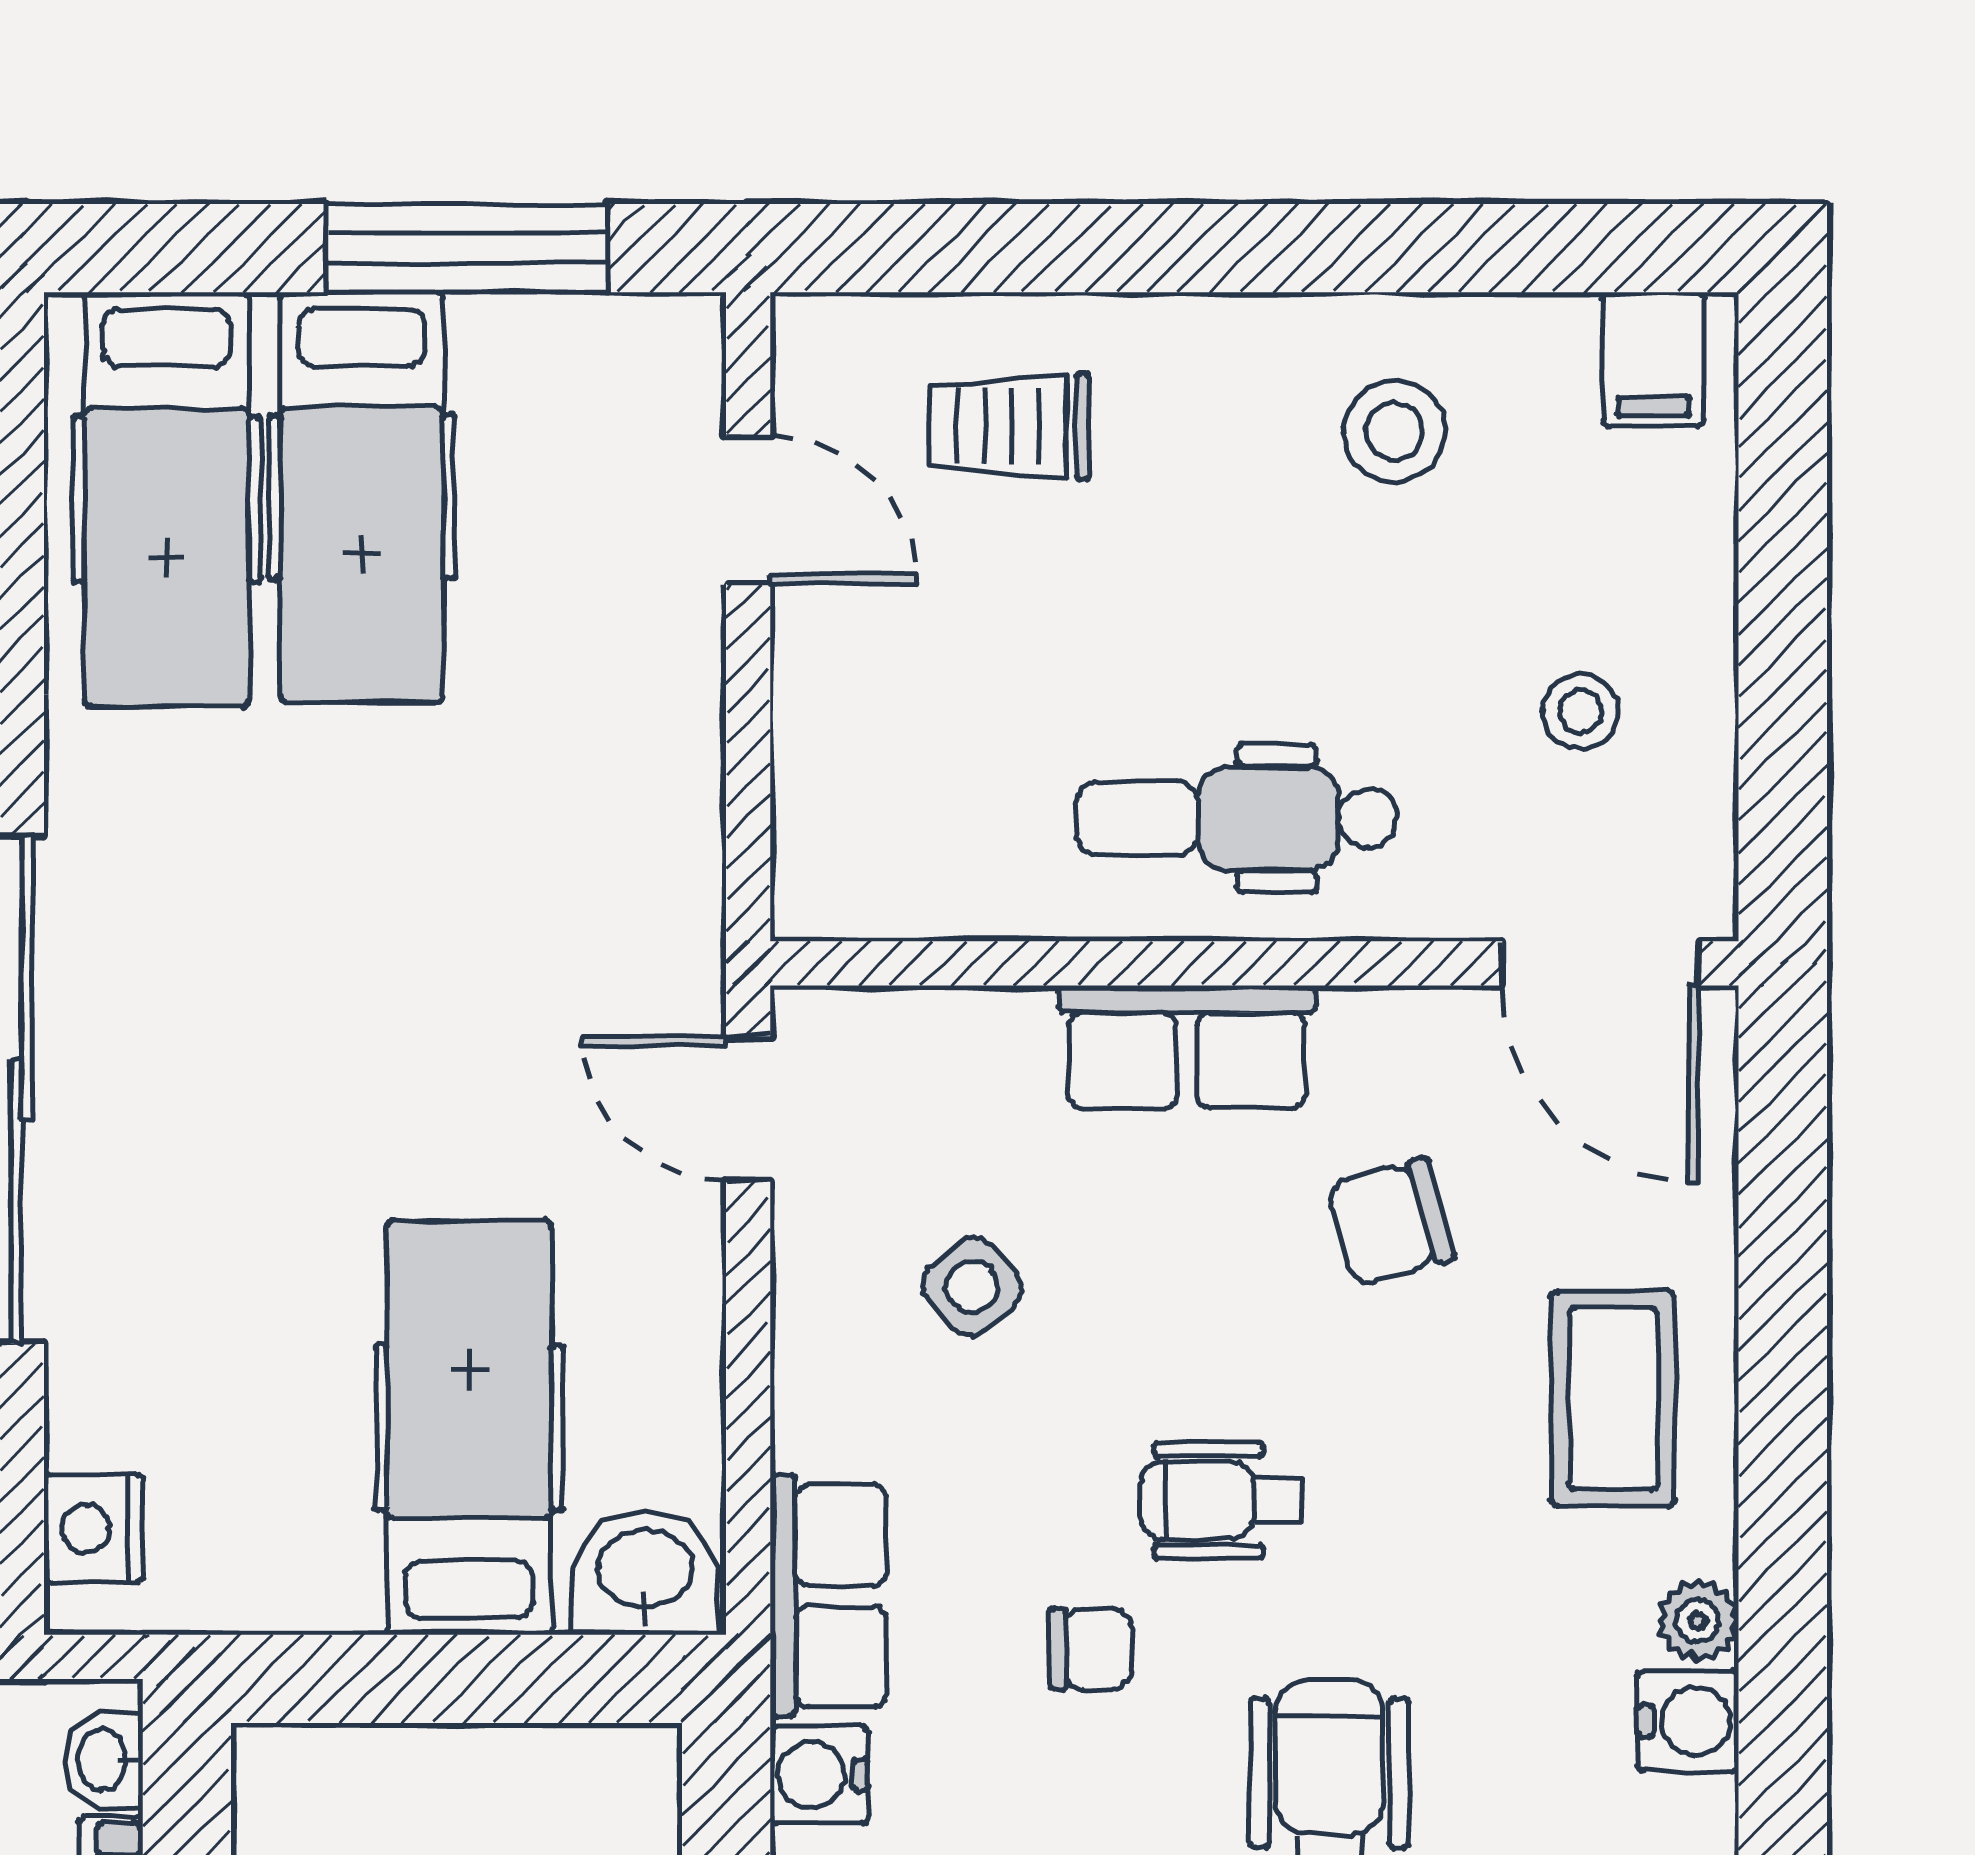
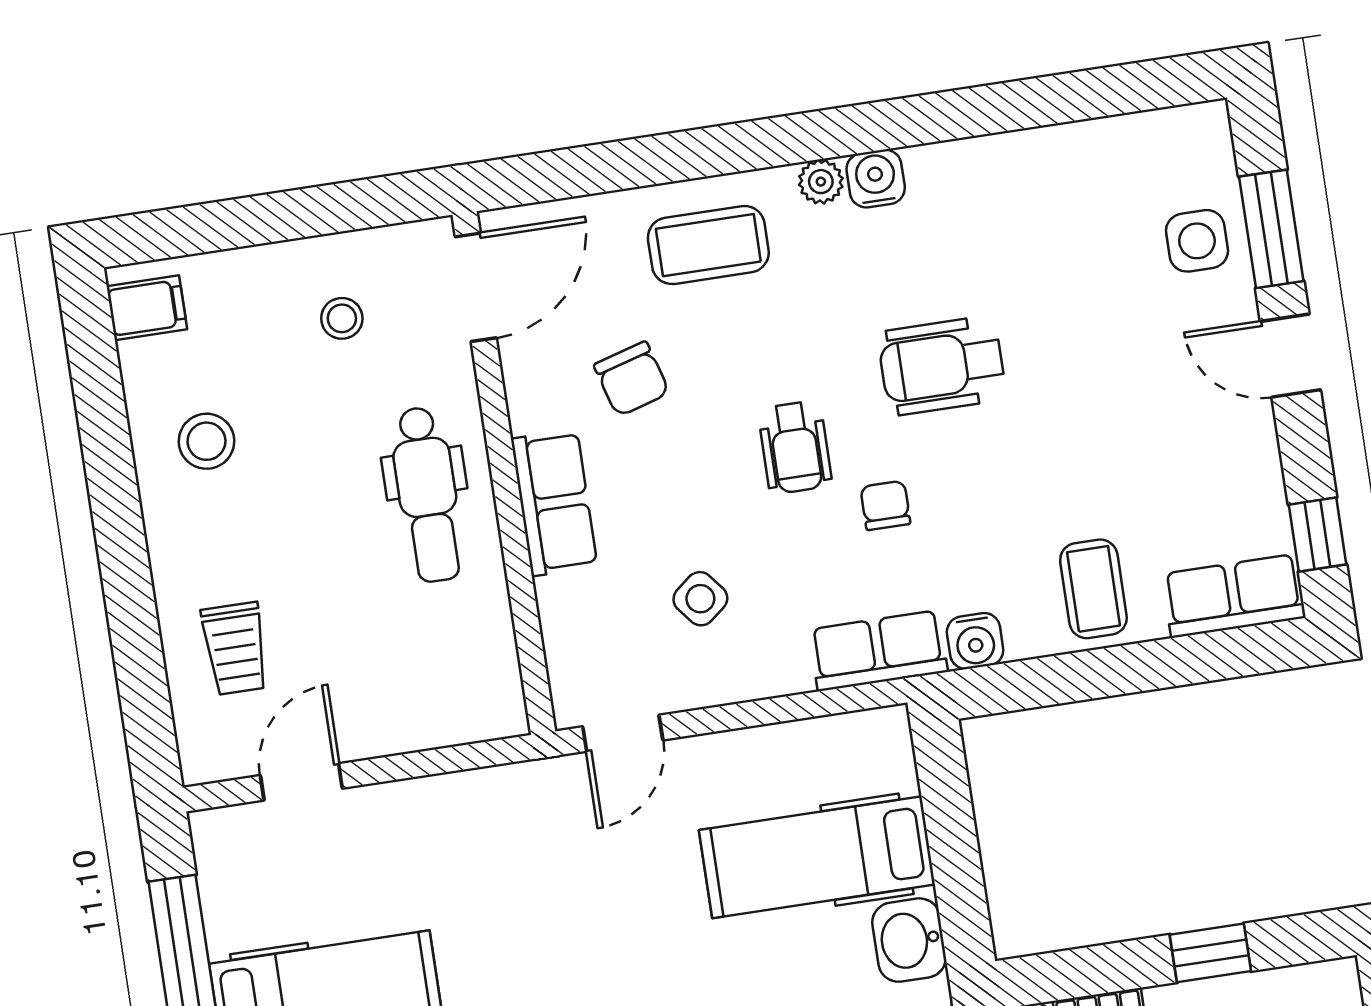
washbasin: (645, 1572) -> (909, 940), moved

